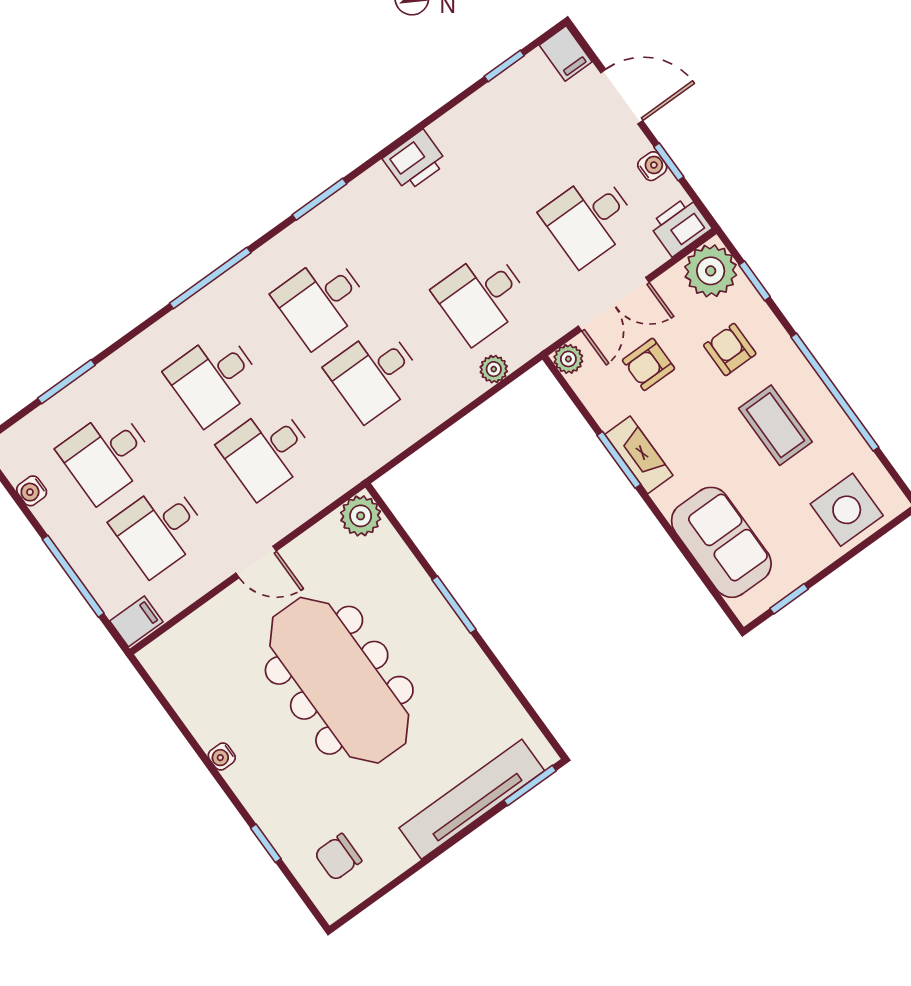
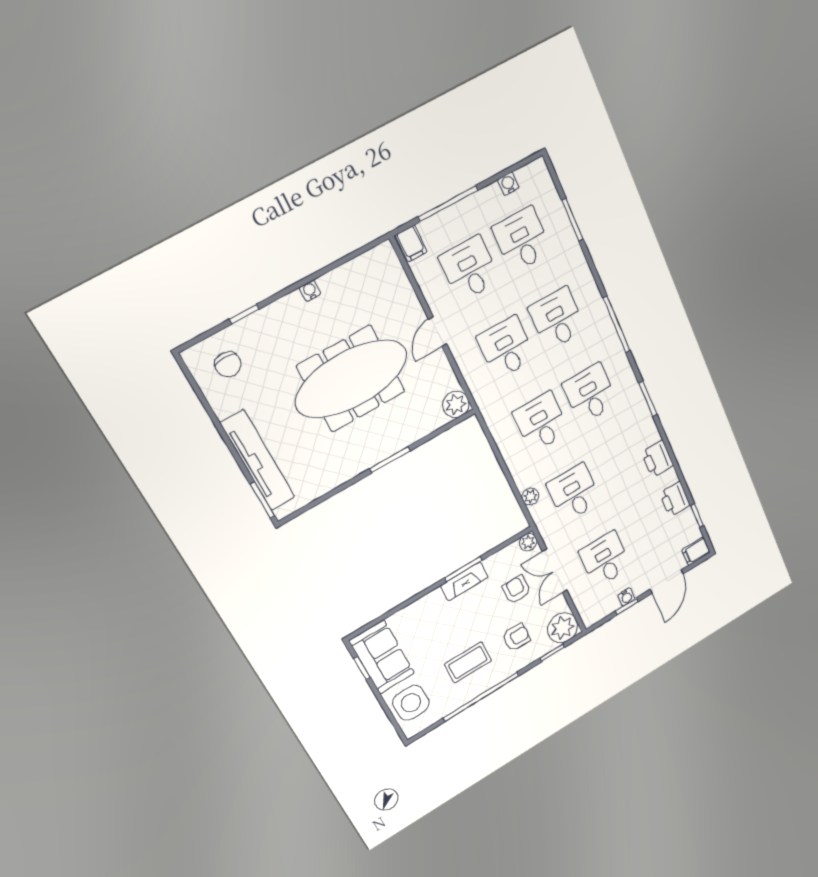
printer: (680, 226) -> (675, 499), moved, turned 180
sofa: (721, 542) -> (382, 657), moved, turned -90
chair: (338, 857) -> (228, 364), turned 180

